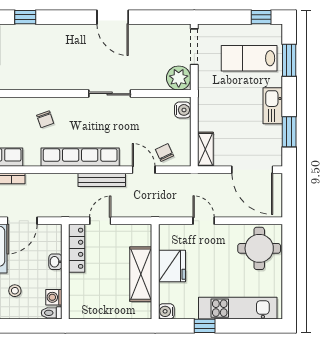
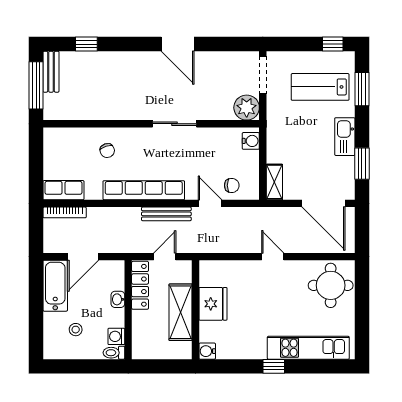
chair: (164, 153) -> (232, 185), turned 115
fridge: (172, 266) -> (213, 304), moved
wall: (155, 272) -> (195, 310), moved
shelving: (141, 274) -> (181, 312), moved
water cooler: (166, 311) -> (207, 351), moved

